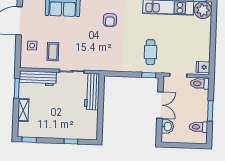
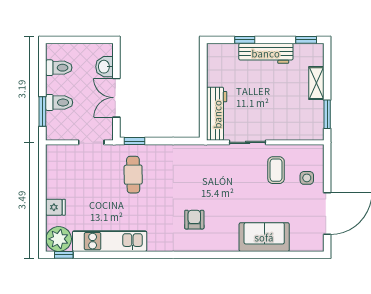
fridge: (203, 67) -> (55, 207), moved
workbench: (38, 78) -> (266, 53), moved, turned 180
toilet: (200, 84) -> (59, 102), moved
window: (210, 111) -> (42, 111), moved

